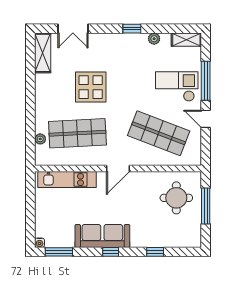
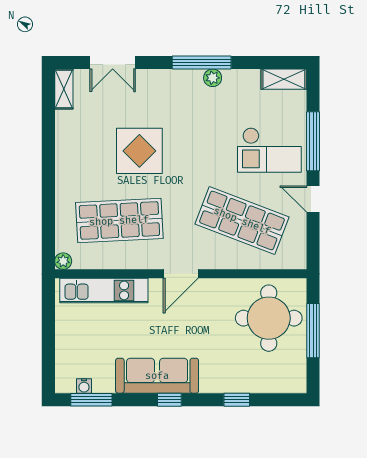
window: (132, 29) -> (202, 62), width x2.17
plant: (154, 39) -> (213, 78), moved
shelving: (43, 53) -> (64, 89), width x0.67, depth x0.75
checkout: (177, 87) -> (269, 150), turned 180
plant: (40, 139) -> (63, 261), moved
round table: (176, 198) -> (269, 318), width x1.36, depth x1.36
water cooler: (40, 243) -> (84, 386), moved

